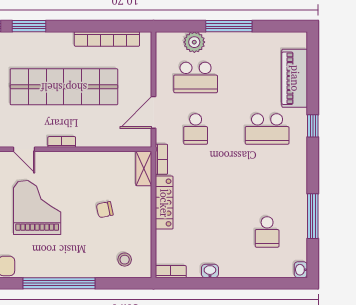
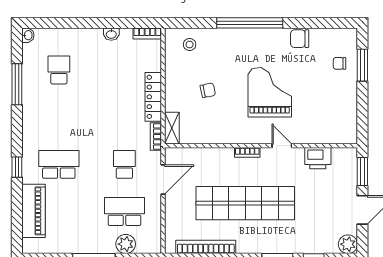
grand piano: (37, 208) -> (270, 92), turned 180

